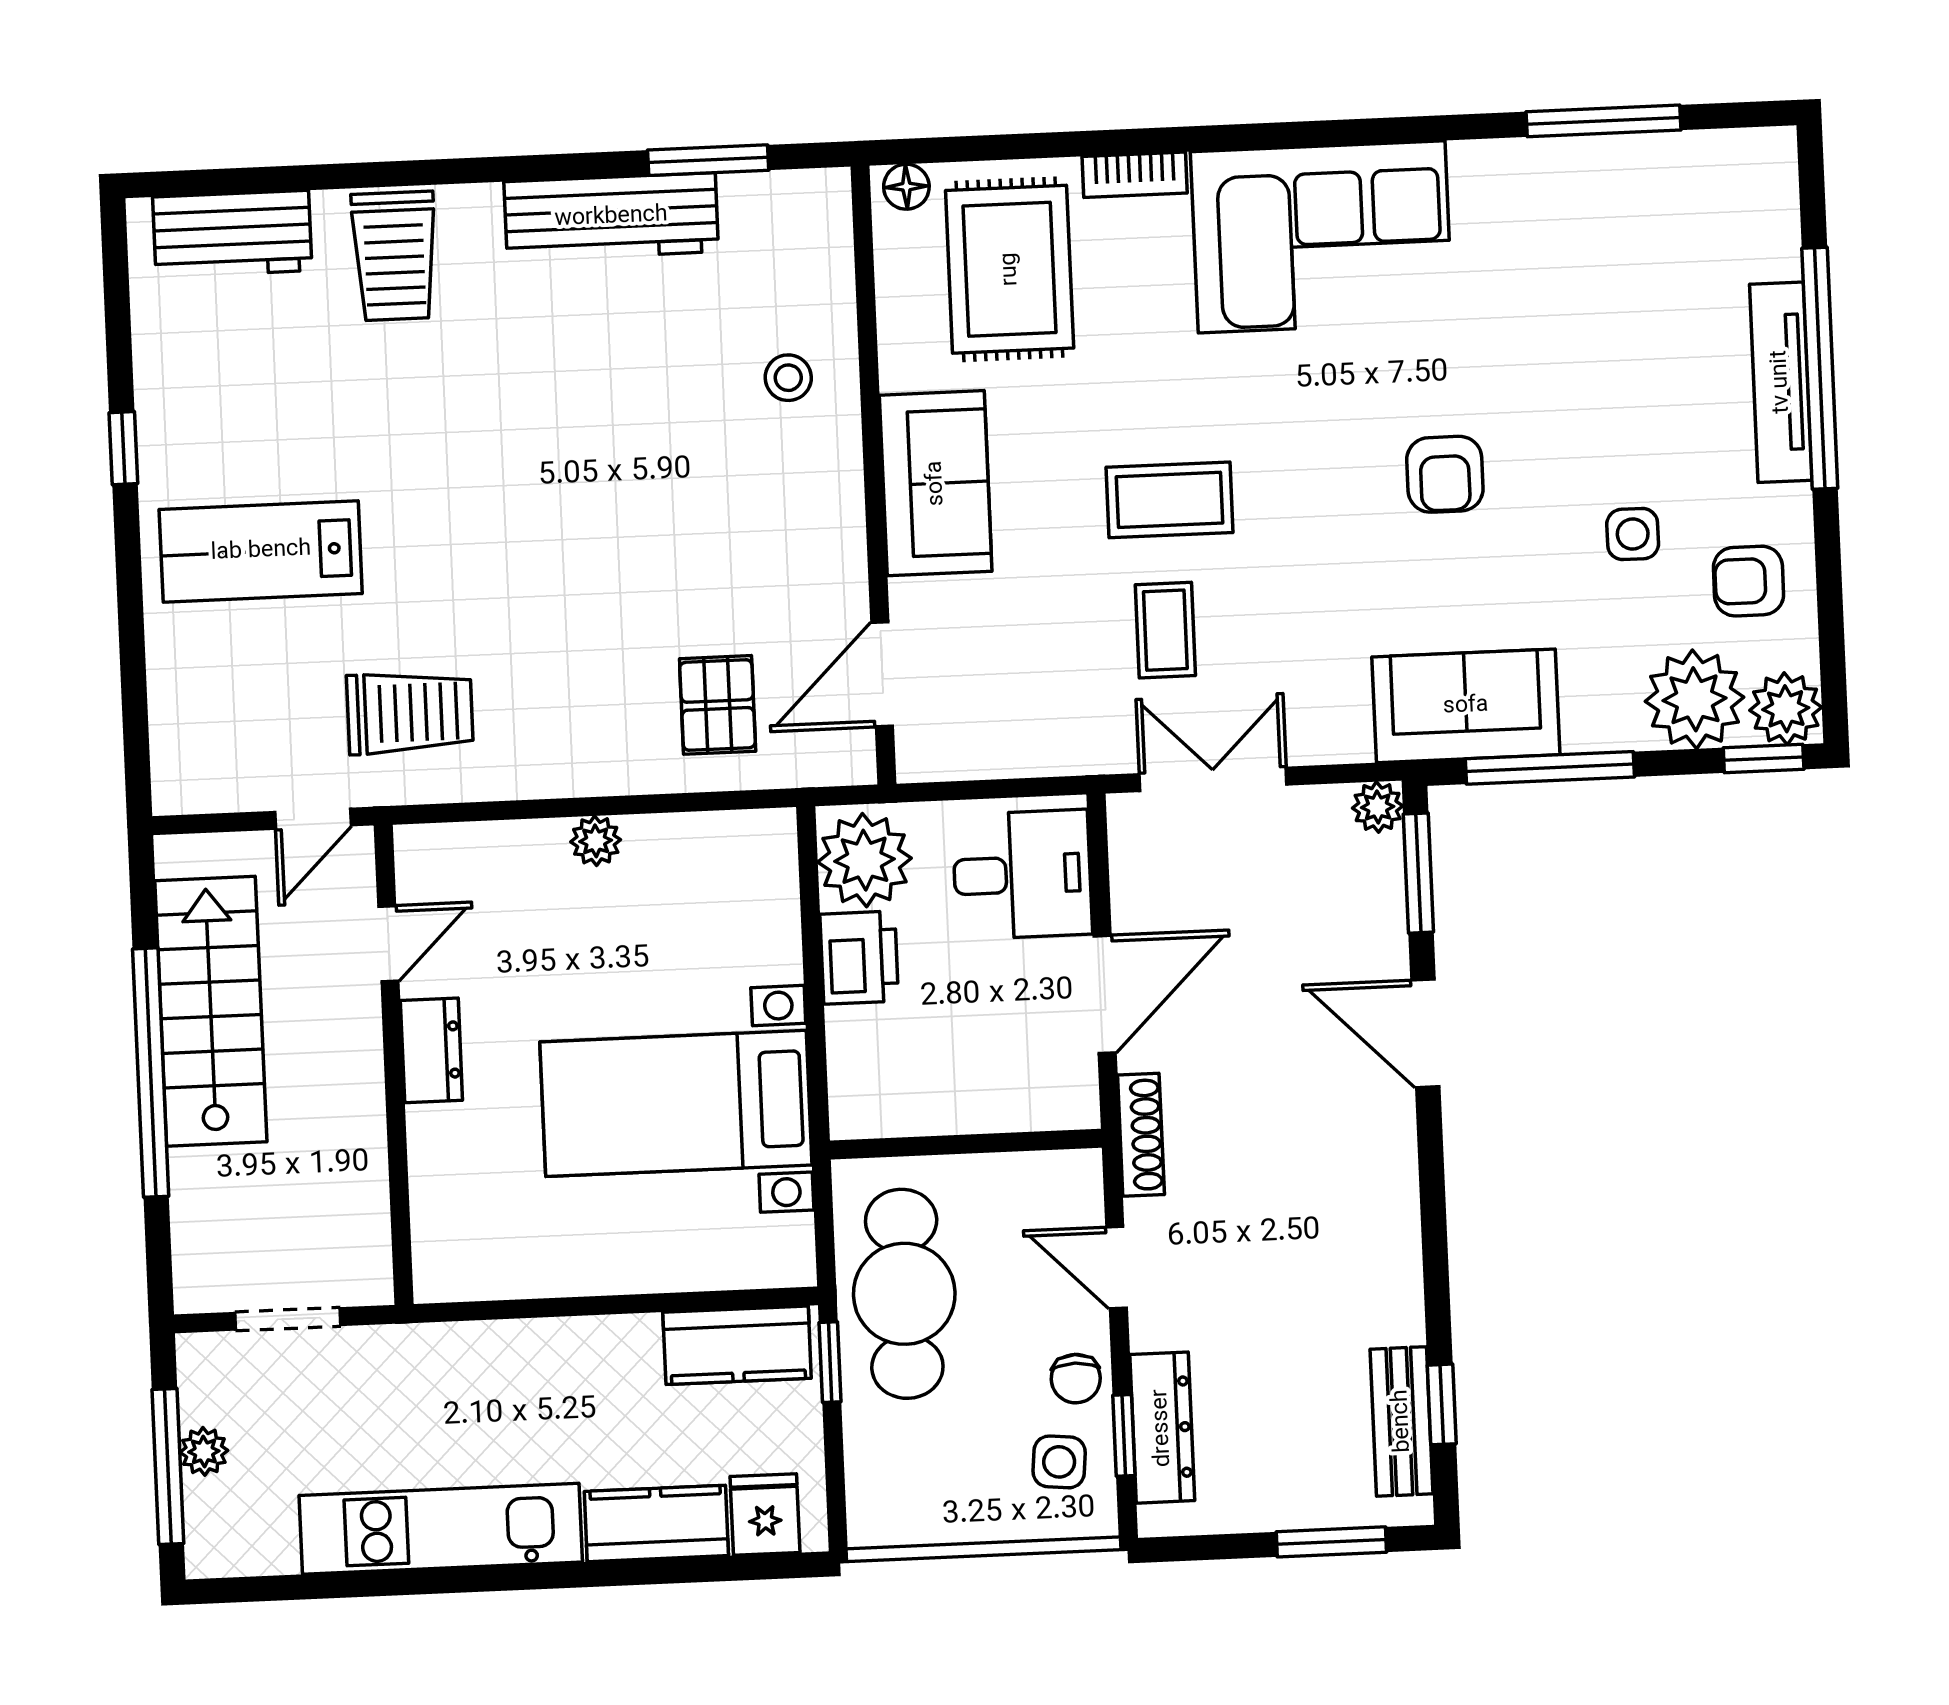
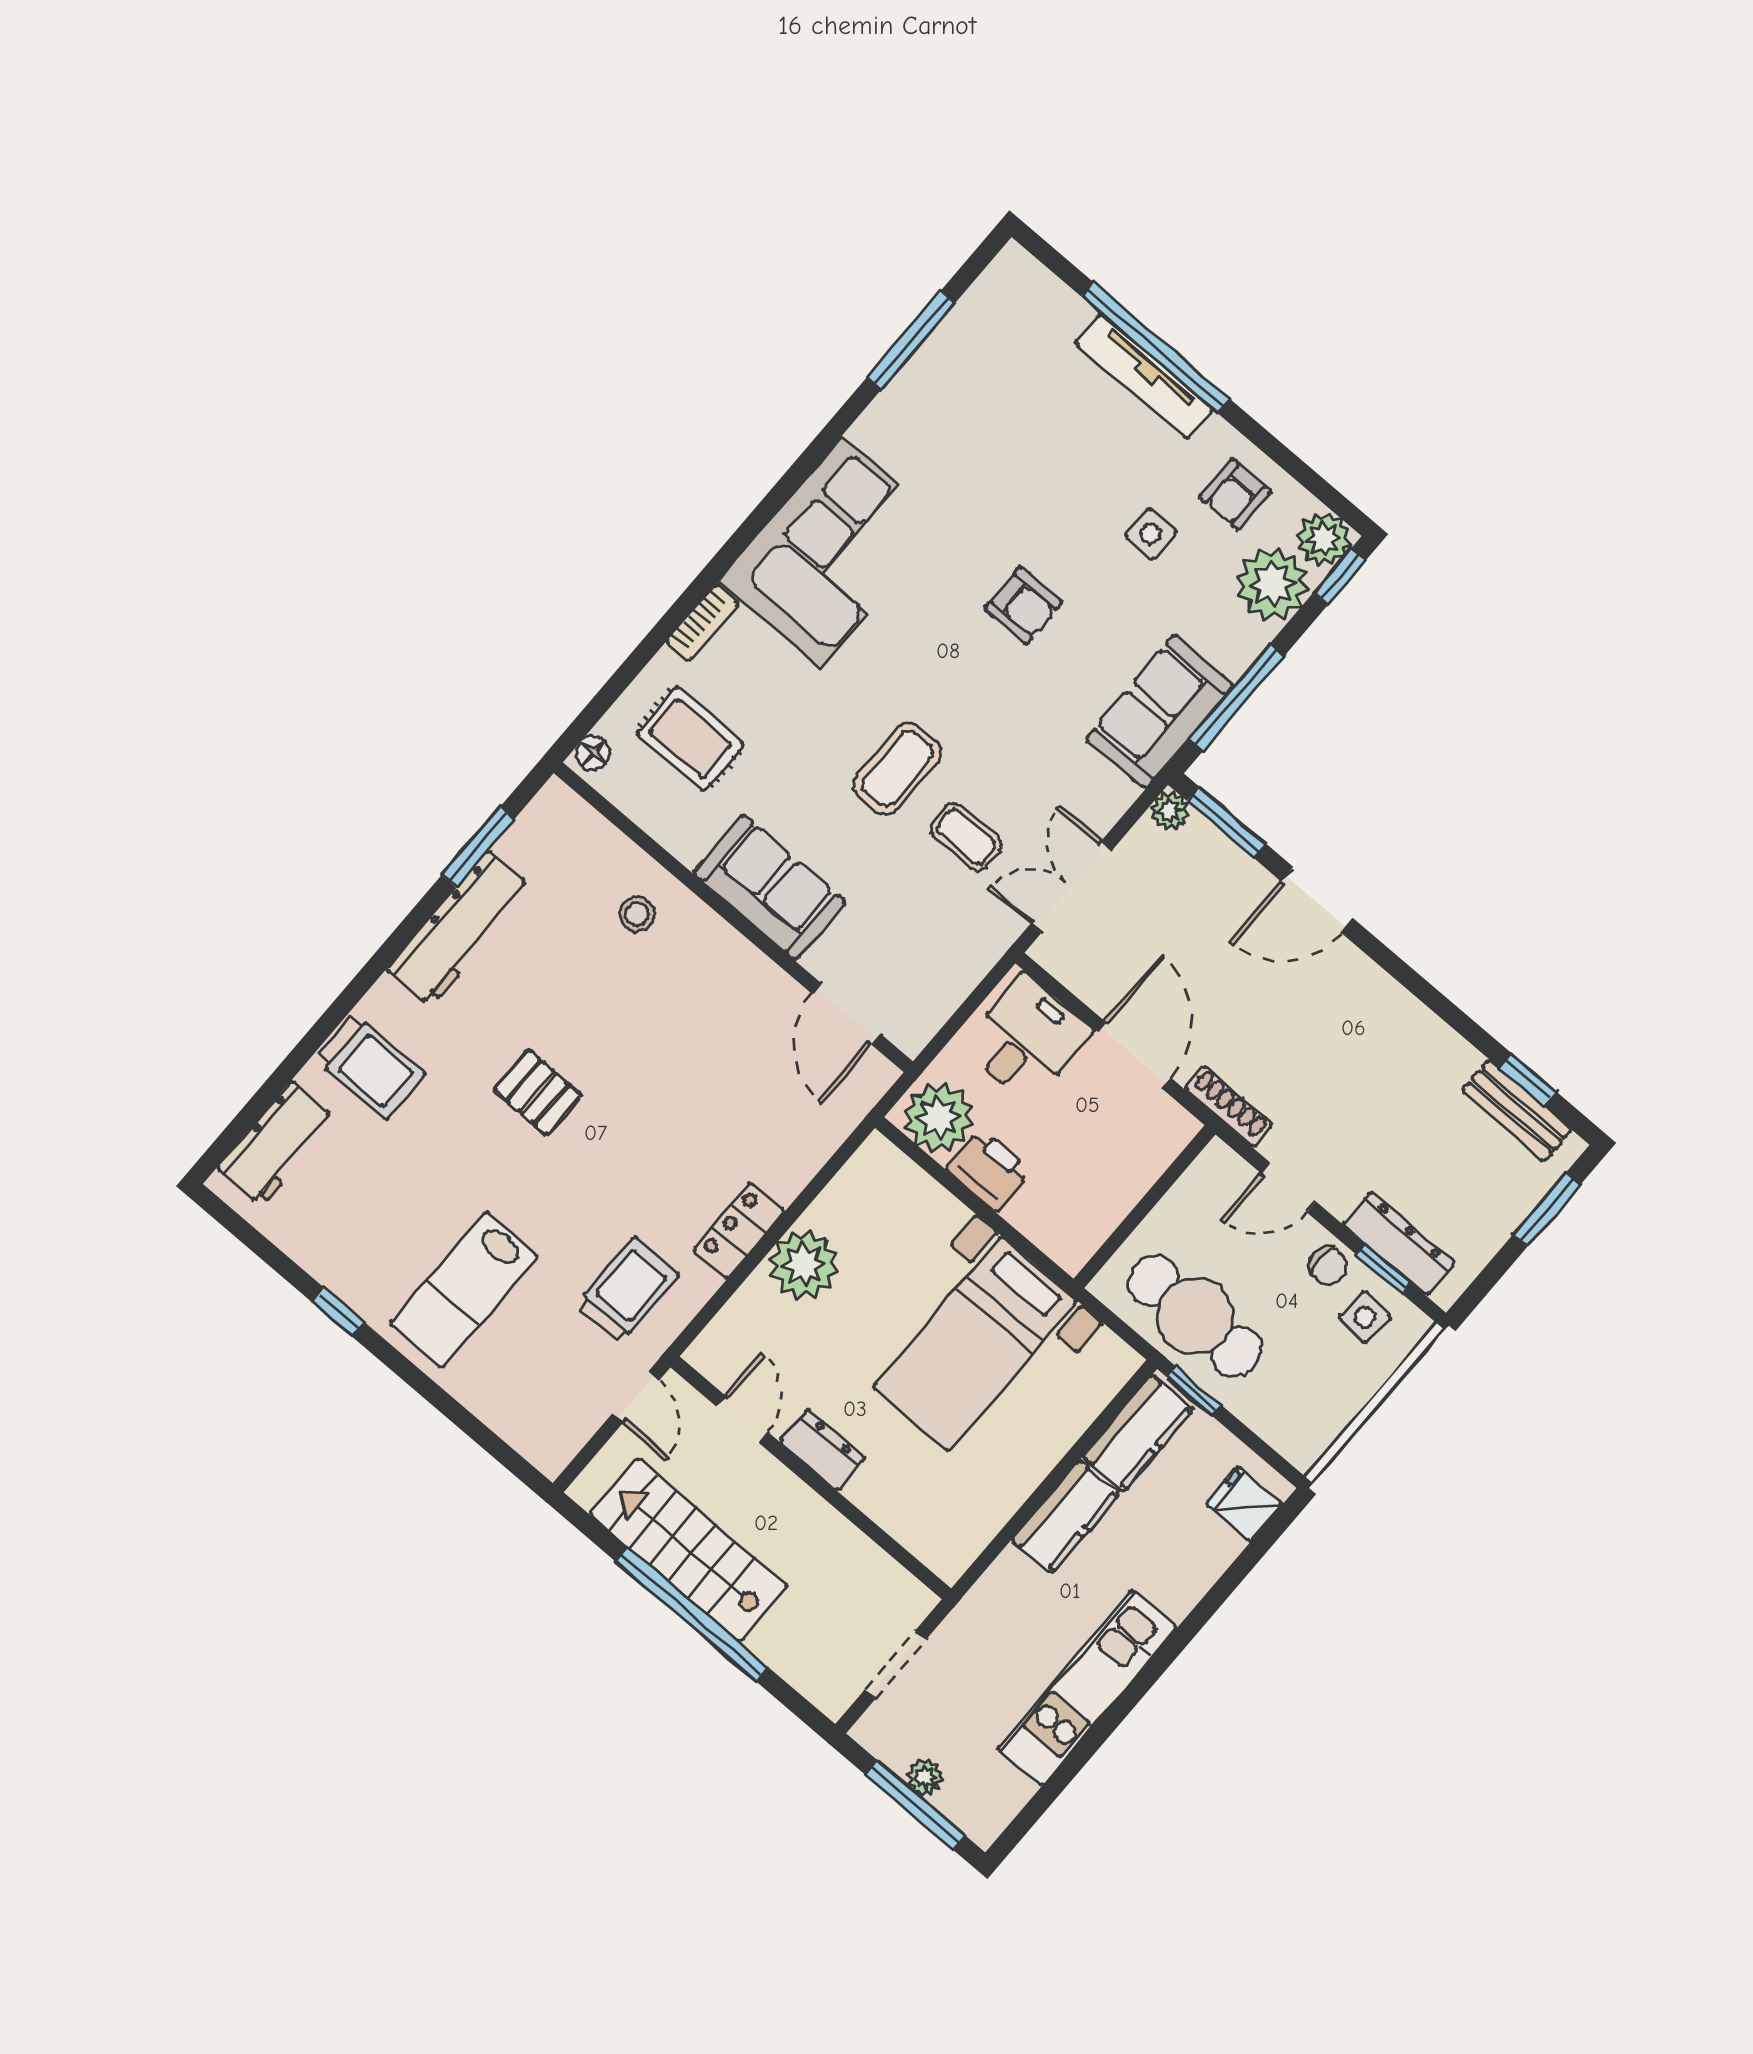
rug: (1010, 269) -> (690, 739), width x0.73, depth x0.70
pallet: (718, 705) -> (538, 1092), moved
locker: (571, 767) -> (739, 1230), added
plant: (596, 841) -> (804, 1265), width x1.88, depth x1.88
kitchen counter: (656, 1523) -> (1066, 1517), moved, turned 180

